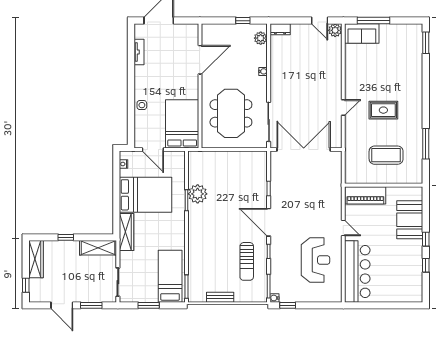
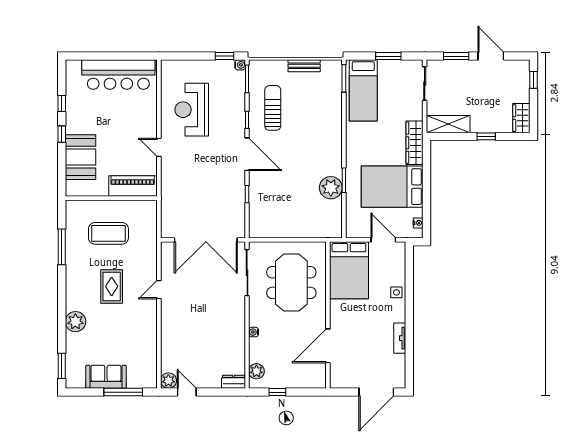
sofa: (362, 34) -> (106, 377), moved
tv unit: (139, 52) -> (400, 338), moved
plant: (414, 80) -> (75, 322), added
rug: (383, 110) -> (112, 286), turned 90
wardrobe: (36, 259) -> (521, 118), width x0.67
bar counter: (357, 271) -> (118, 75), moved, turned -90

